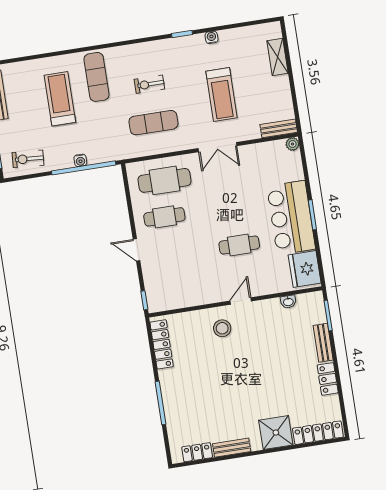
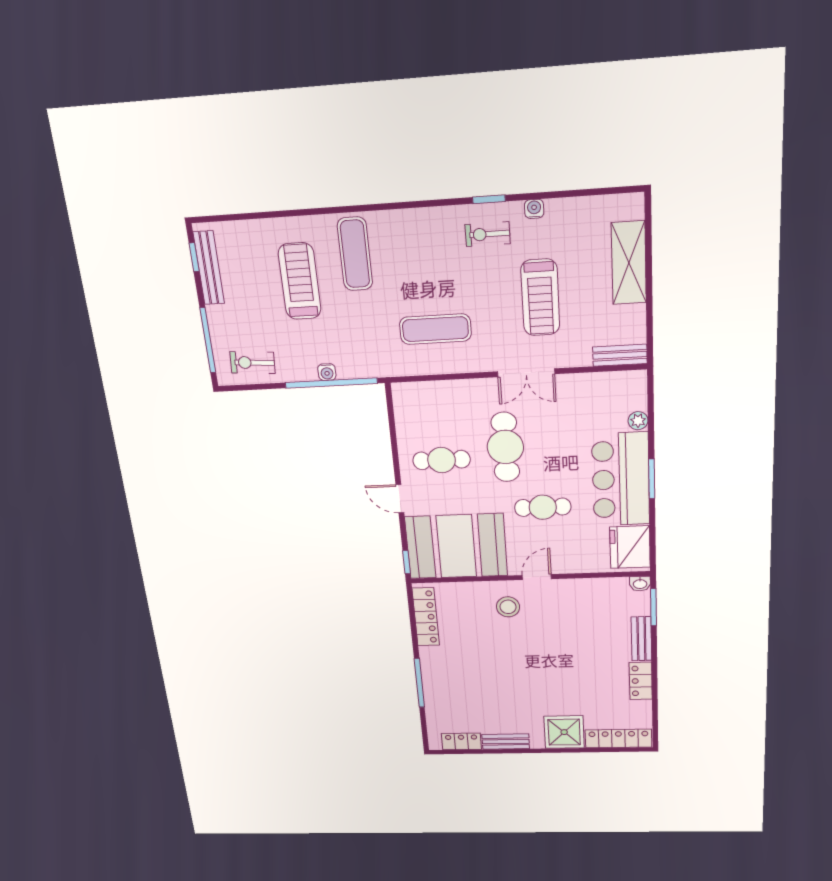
shelving: (277, 57) -> (629, 263), width x1.50, depth x1.33
exercise bike: (149, 84) -> (488, 234), moved
plant: (293, 144) -> (638, 421), moved
cafe table: (165, 180) -> (505, 447), moved, turned 90
booth: (180, 283) -> (456, 546), added
washbasin: (288, 302) -> (640, 584), moved

